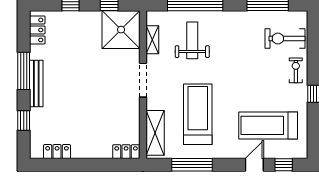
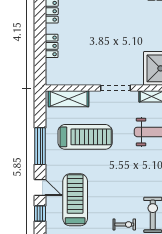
locker: (126, 152) -> (52, 46), moved
window: (192, 165) -> (40, 146), moved

